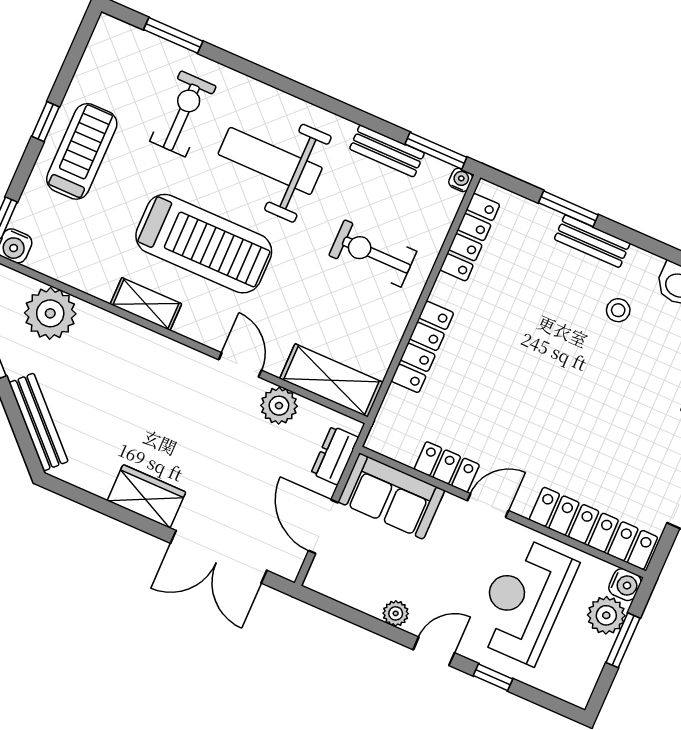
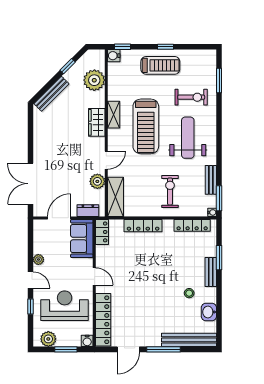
locker: (447, 467) -> (102, 232), moved
wardrobe: (147, 496) -> (97, 122), moved, turned 180
plant: (606, 615) -> (48, 339), moved

